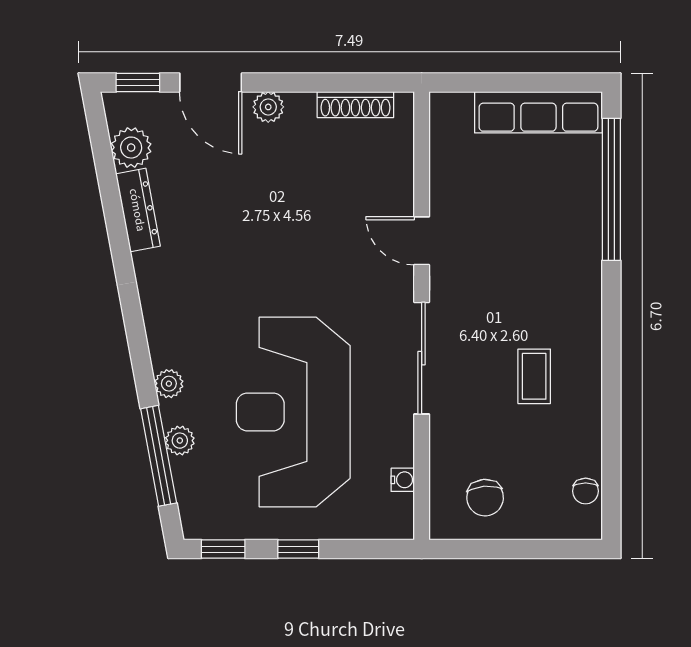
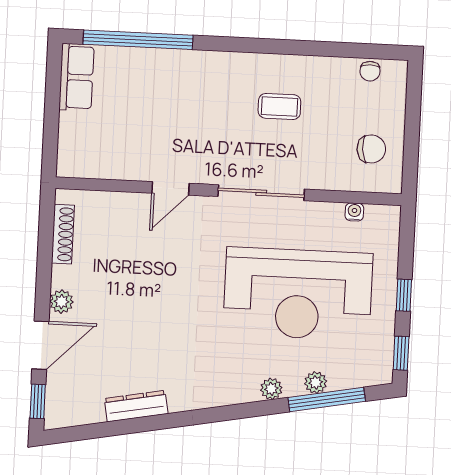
row of seats: (538, 112) -> (77, 77), width x0.68
plant: (131, 148) -> (88, 409), removed
chair: (586, 491) -> (370, 71), turned 90

